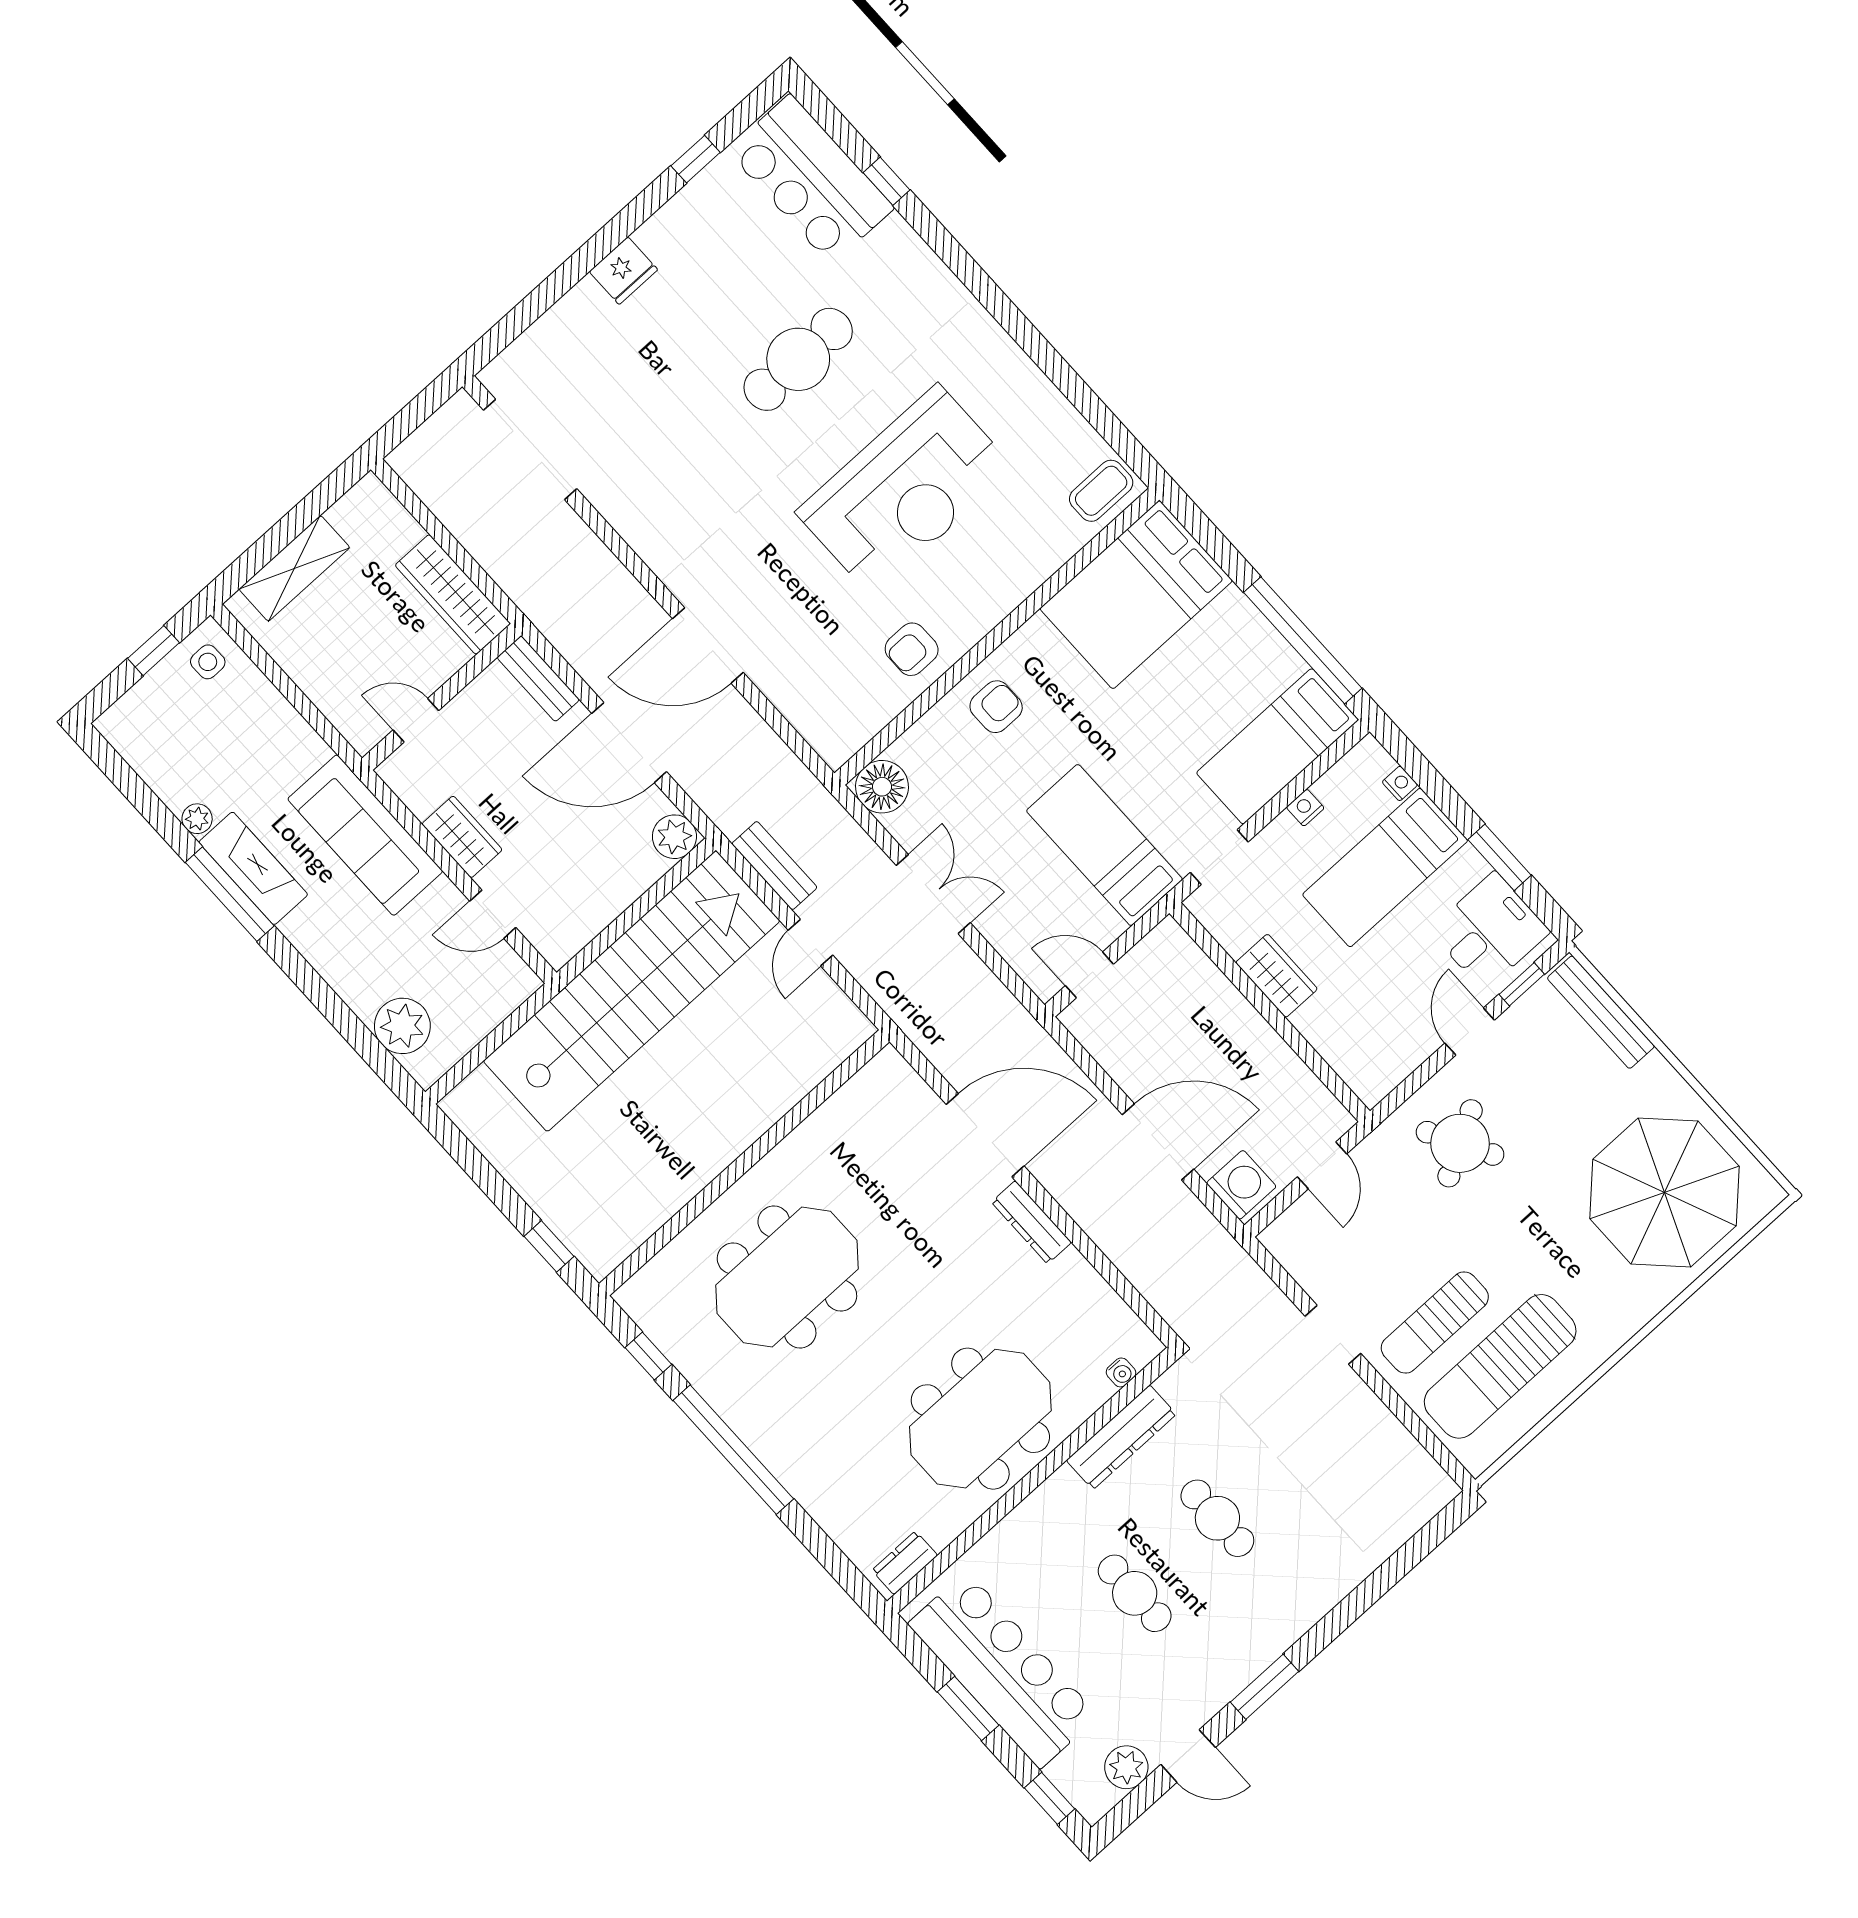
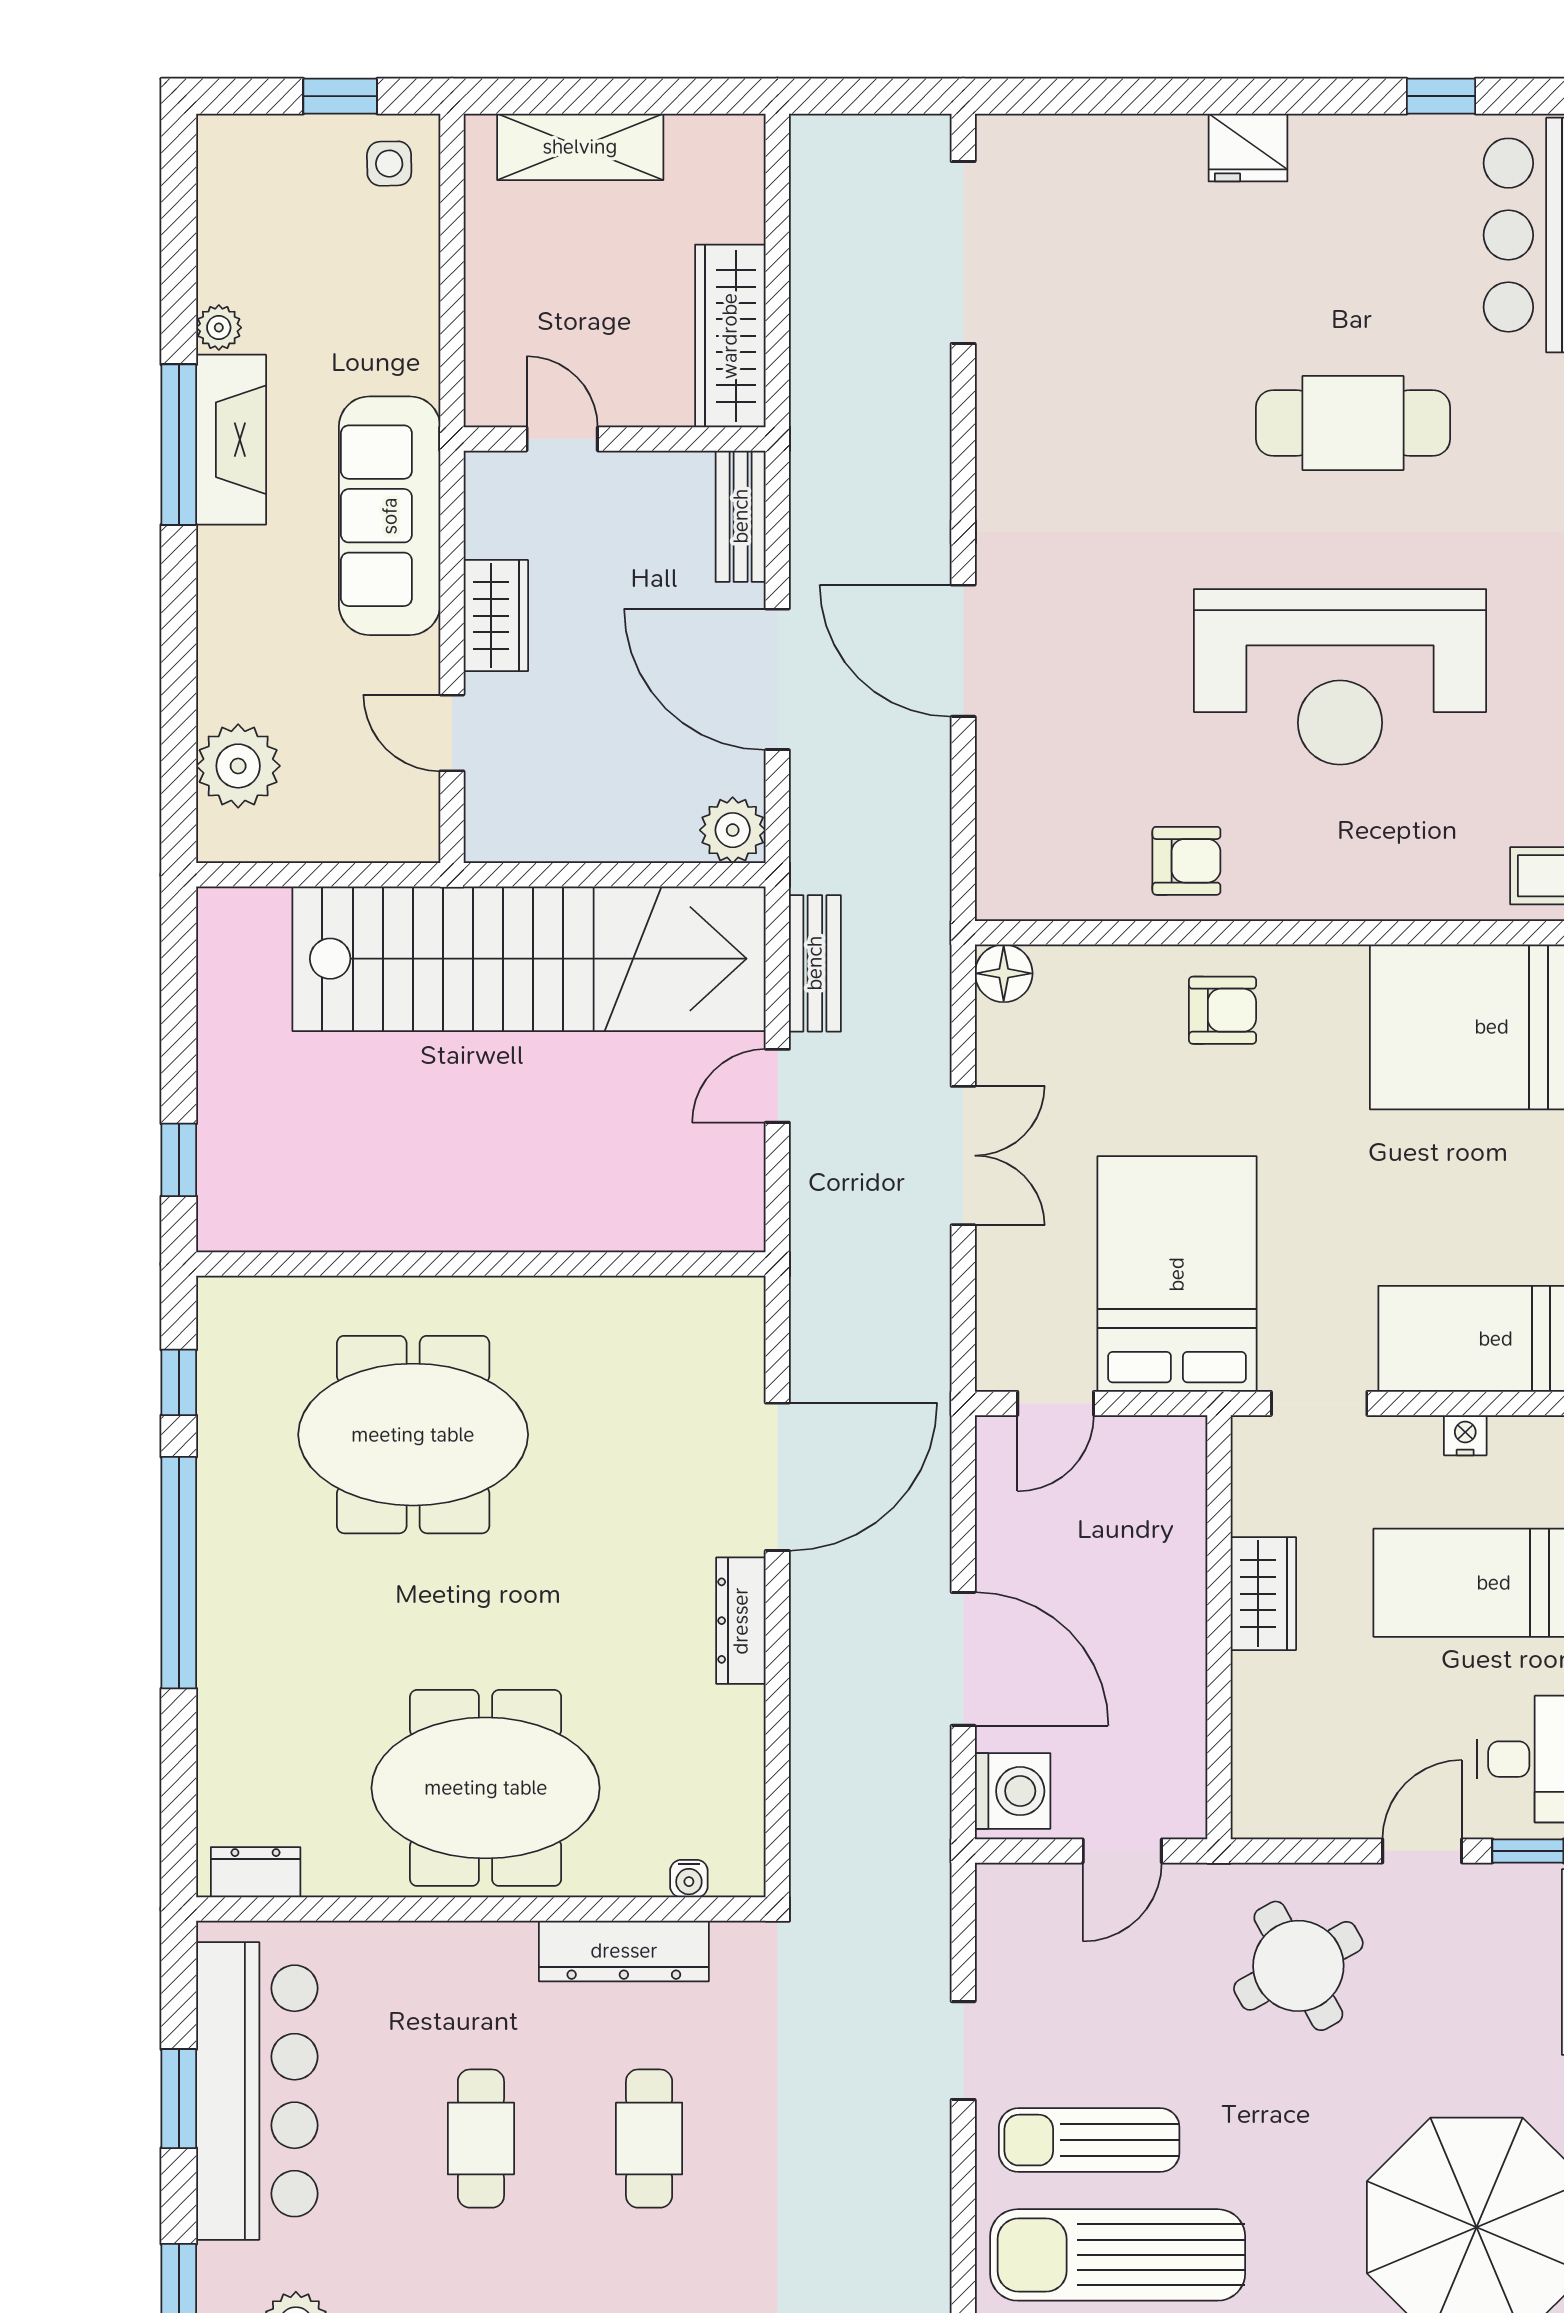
armchair: (912, 649) -> (1186, 861), turned 180
floor lamp: (882, 787) -> (1004, 973), width x0.73, depth x0.73
bed: (1104, 845) -> (1177, 1274), width x1.50
door: (1089, 975) -> (1056, 1403), swing flipped
door: (985, 1135) -> (777, 1477), hinge flipped

